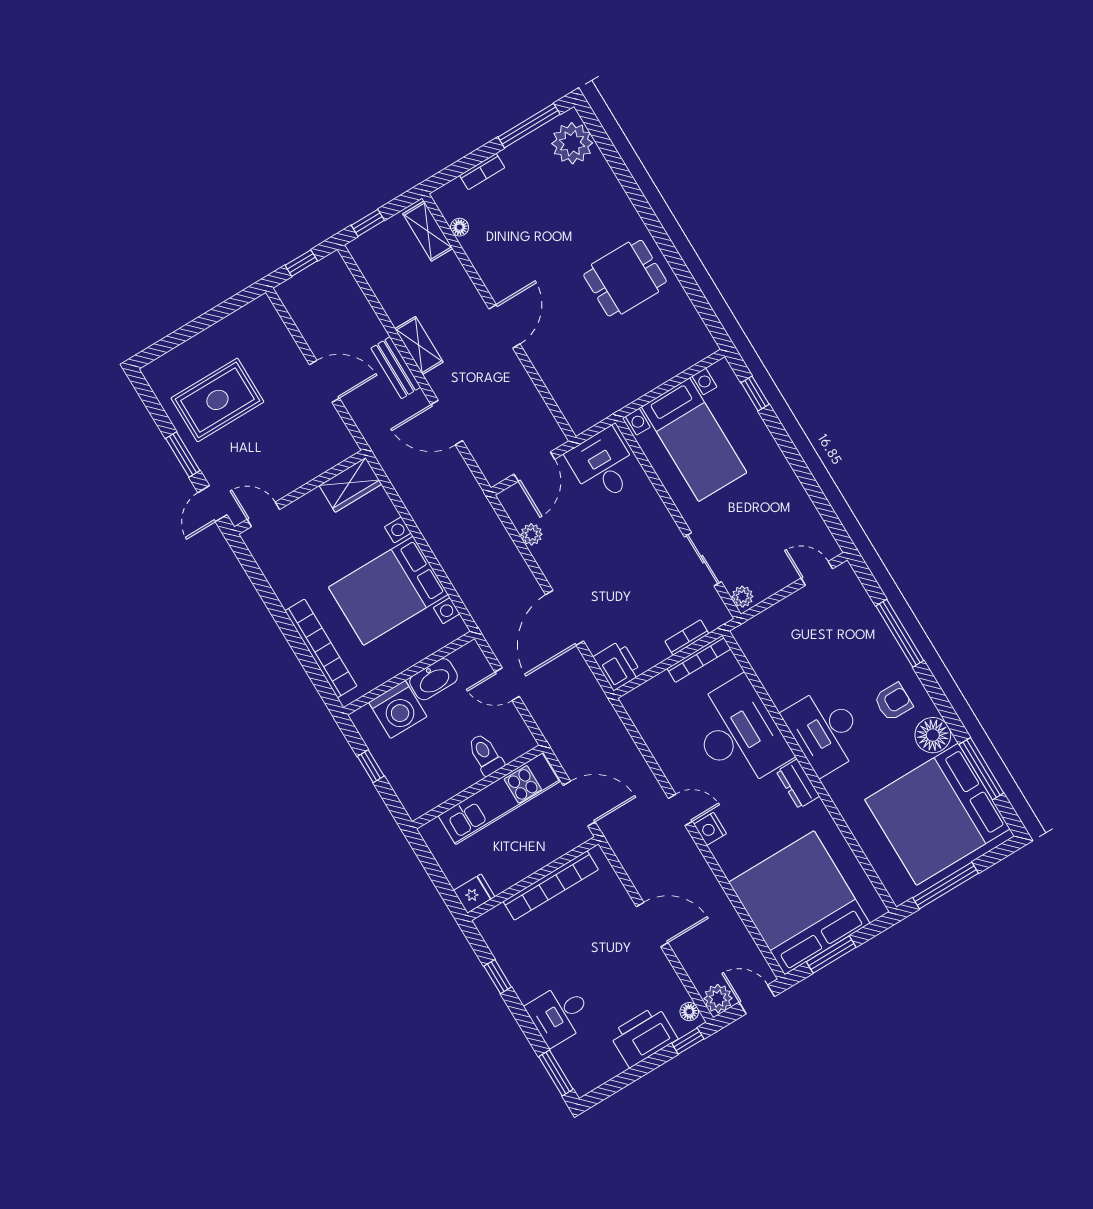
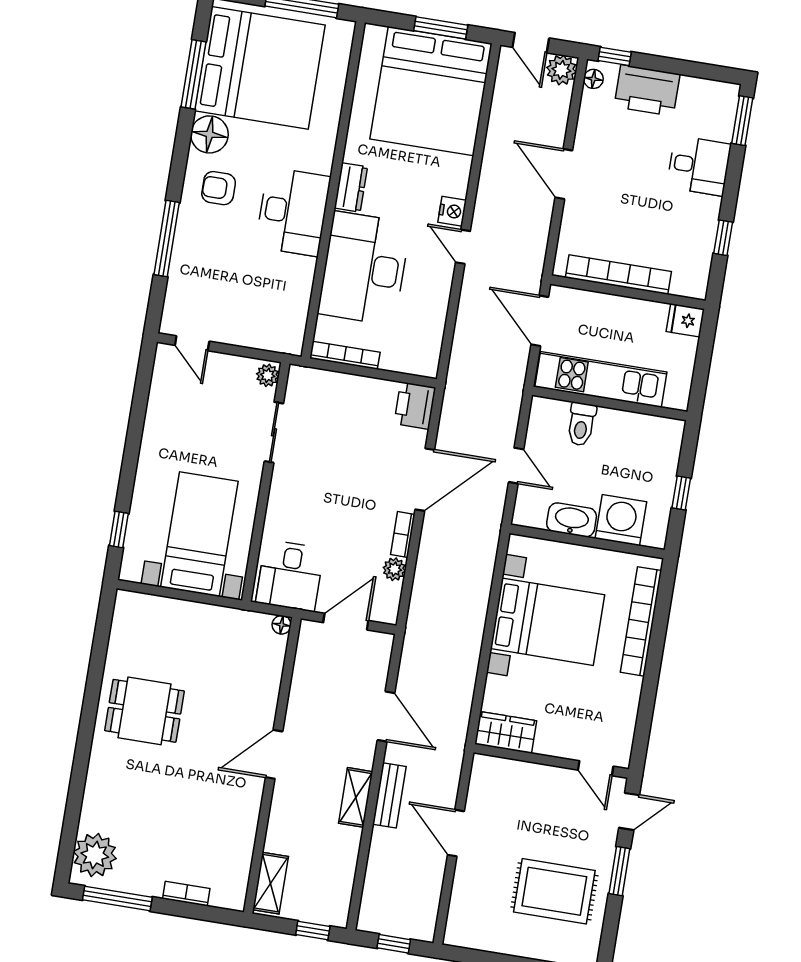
floor lamp: (460, 227) -> (282, 625), moved
bookcase: (687, 637) -> (403, 535), moved, turned 90

